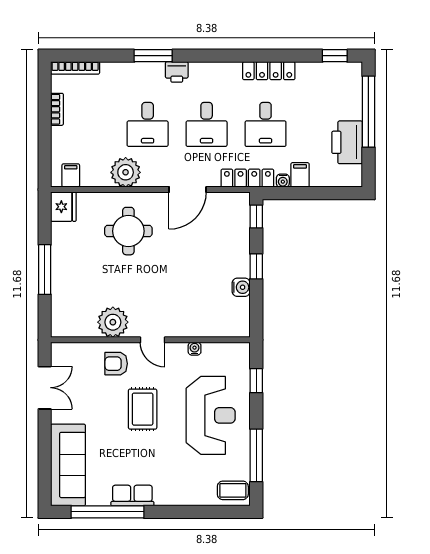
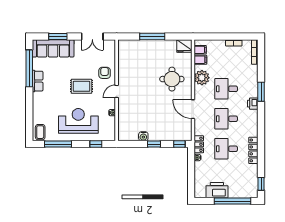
filing cabinet: (300, 175) -> (200, 60), moved
locker: (247, 178) -> (199, 144), width x0.66
plant: (113, 322) -> (126, 71), removed
reception desk: (211, 415) -> (78, 121), turned 180
window: (45, 455) -> (58, 37), added

